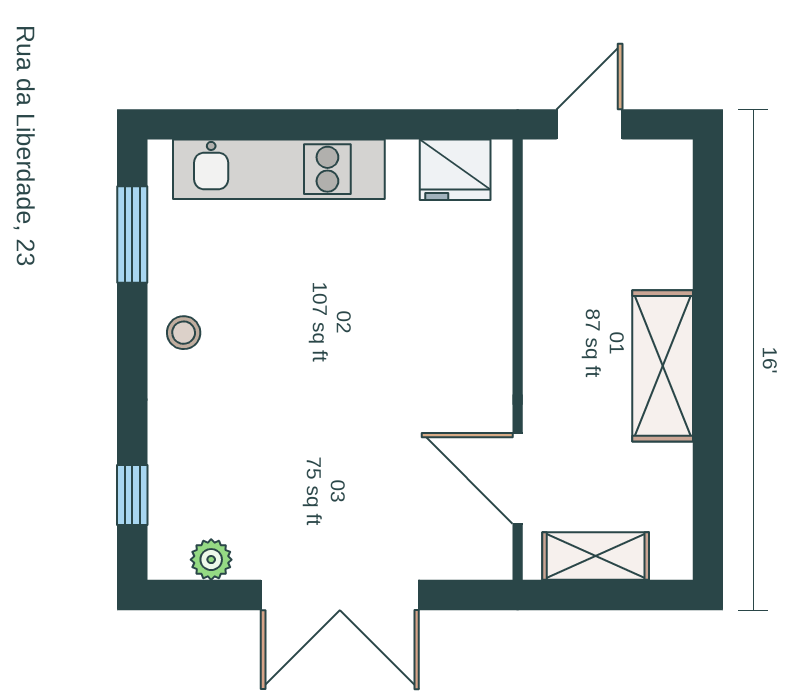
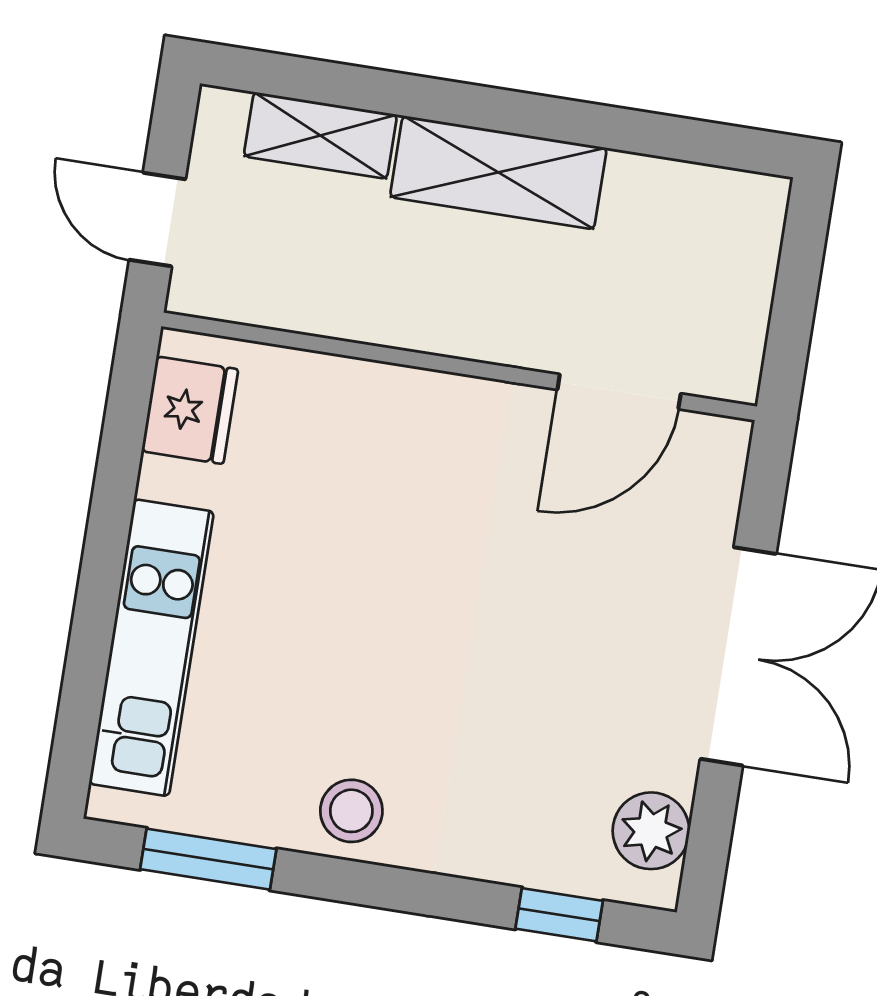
stool: (184, 333) -> (351, 811), width x1.37, depth x1.37
shelving: (596, 556) -> (320, 135), moved, turned 90
plant: (211, 560) -> (651, 831), width x1.38, depth x1.38

